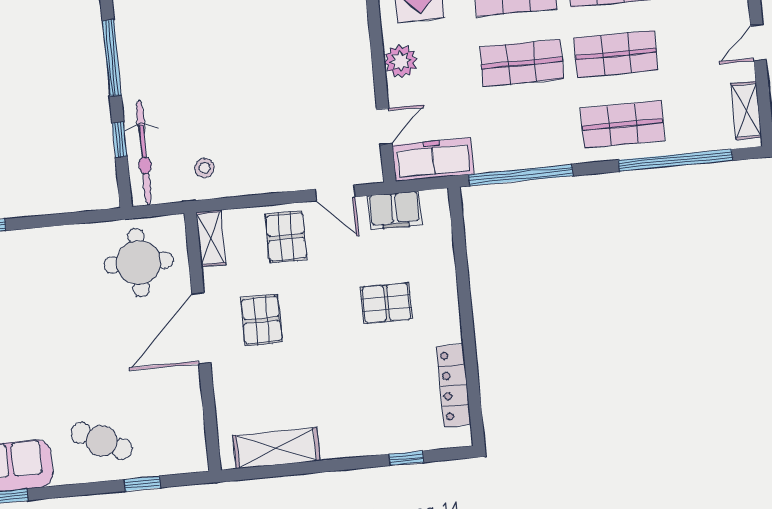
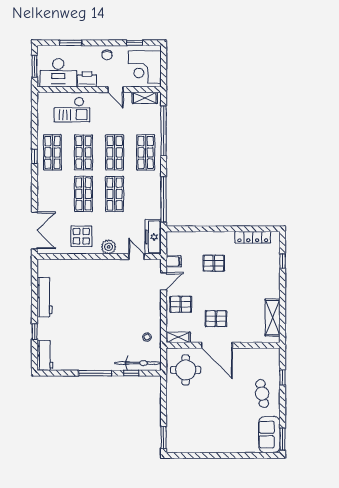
filing cabinet: (395, 210) -> (174, 261), width x0.50
pallet: (386, 303) -> (214, 263), turned 90
cafe table: (102, 441) -> (262, 394), turned -37

